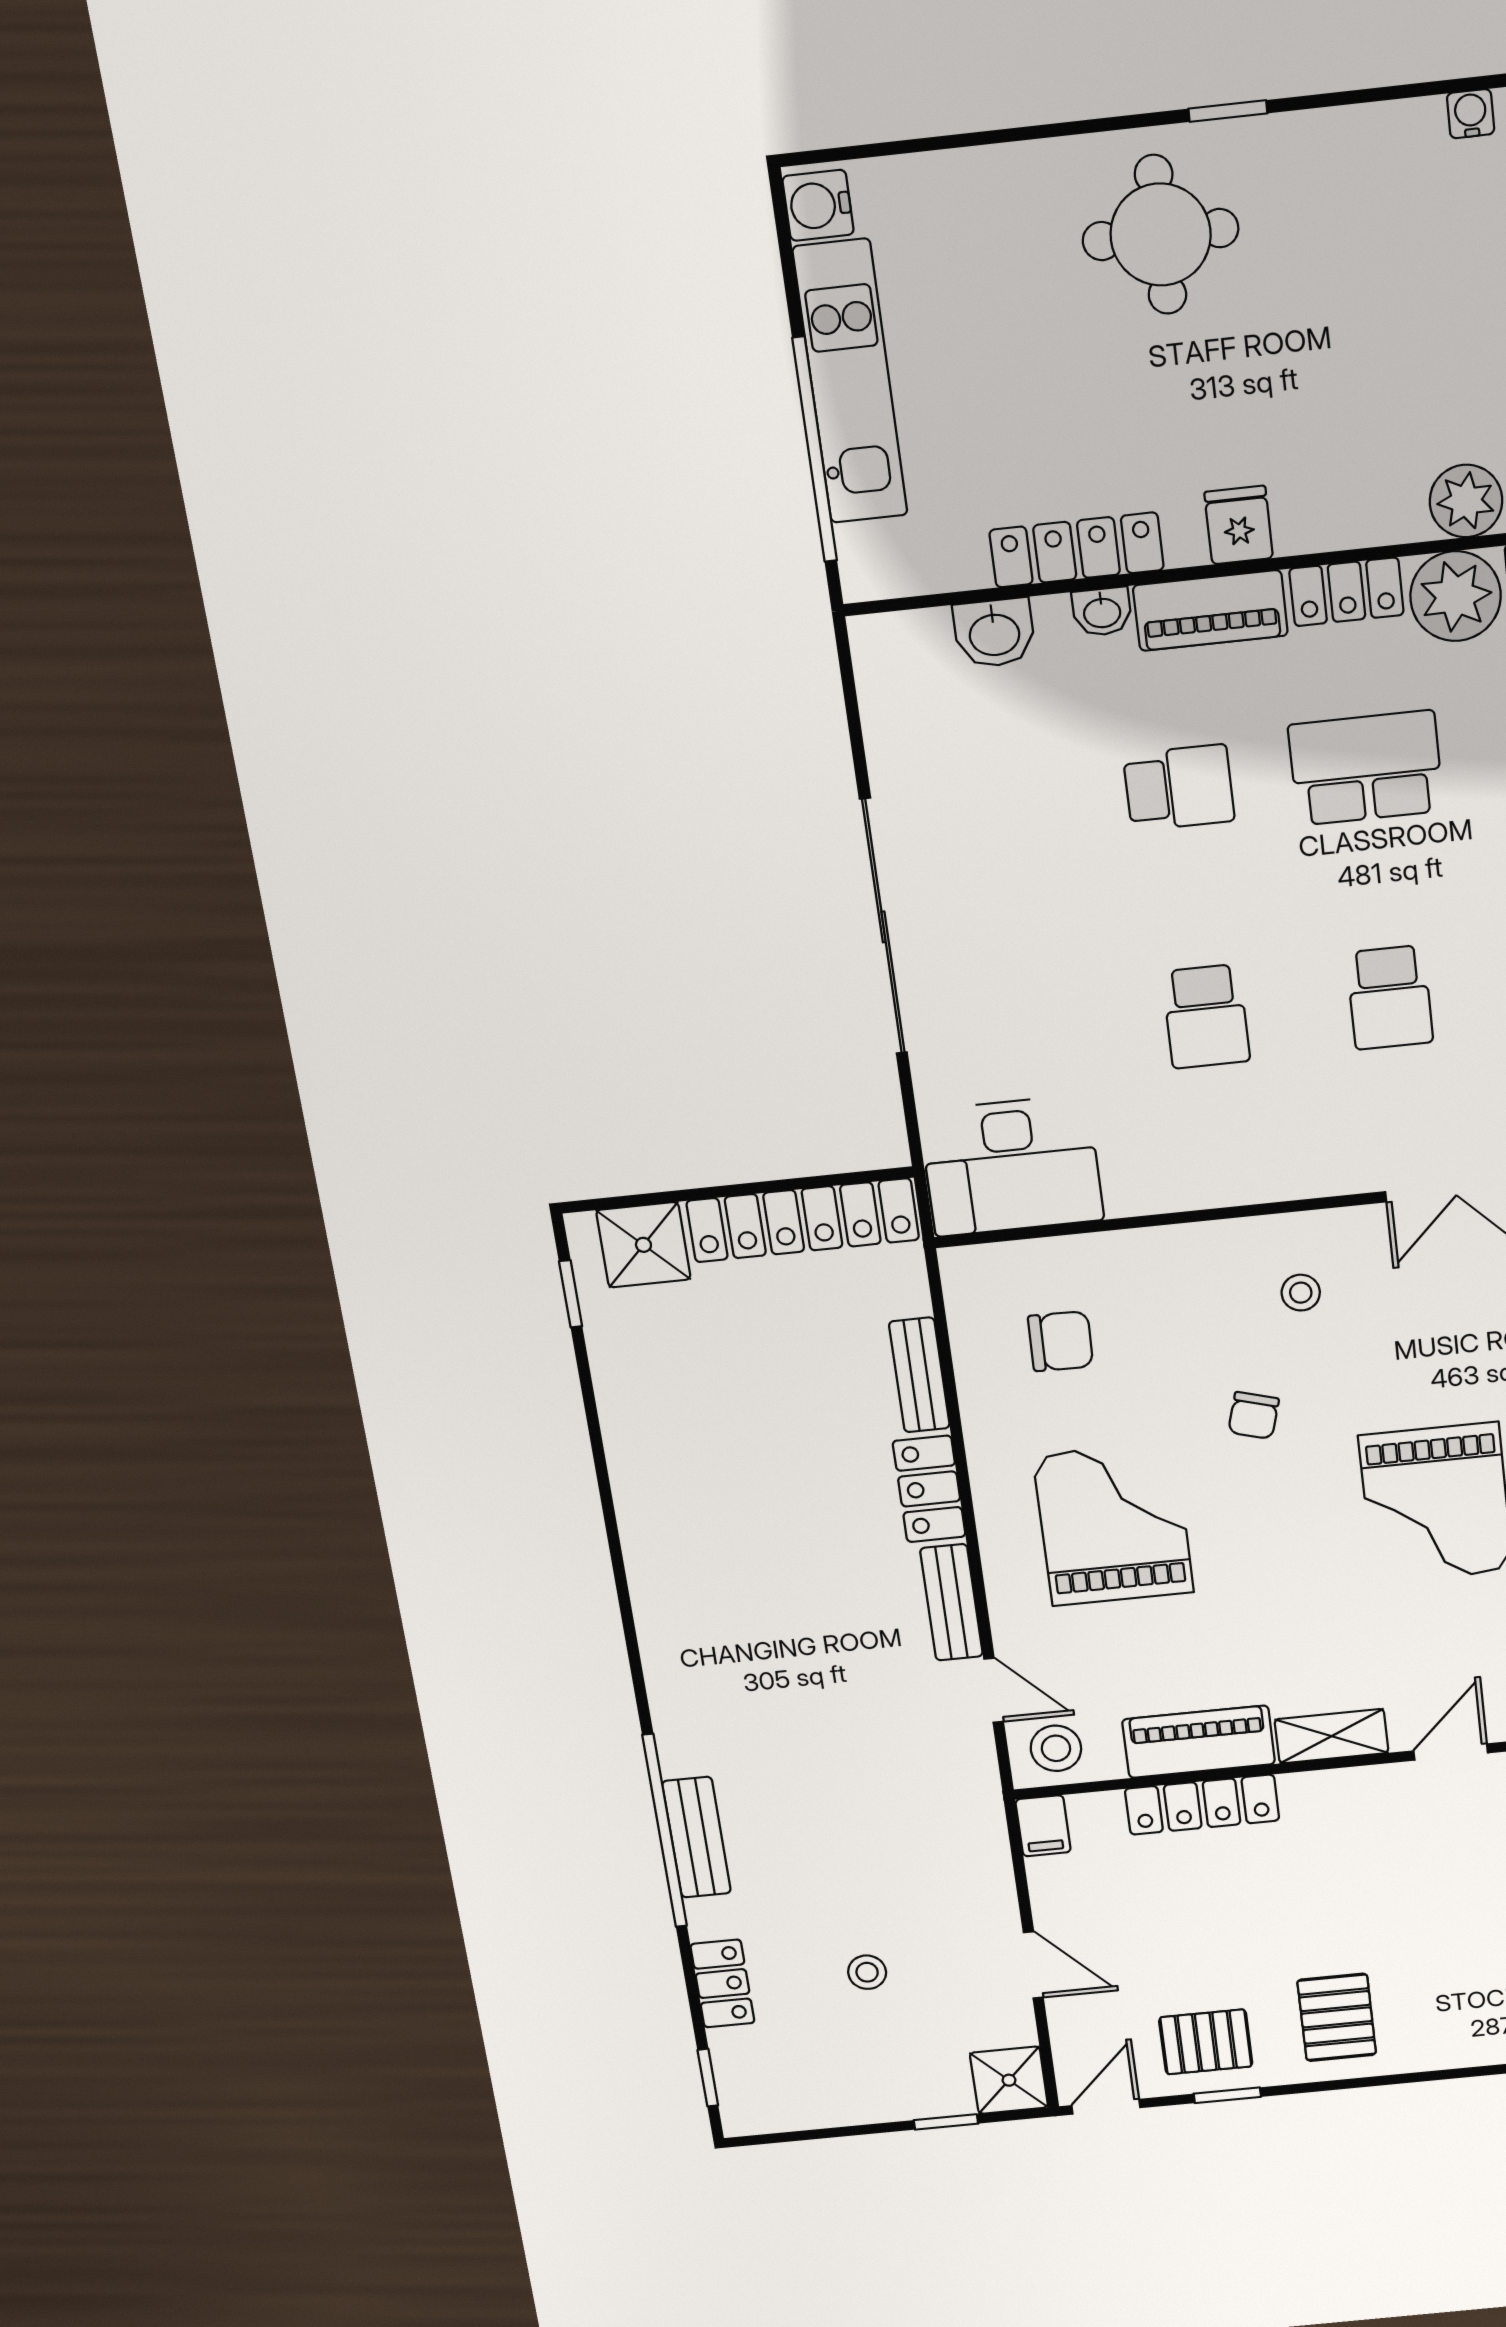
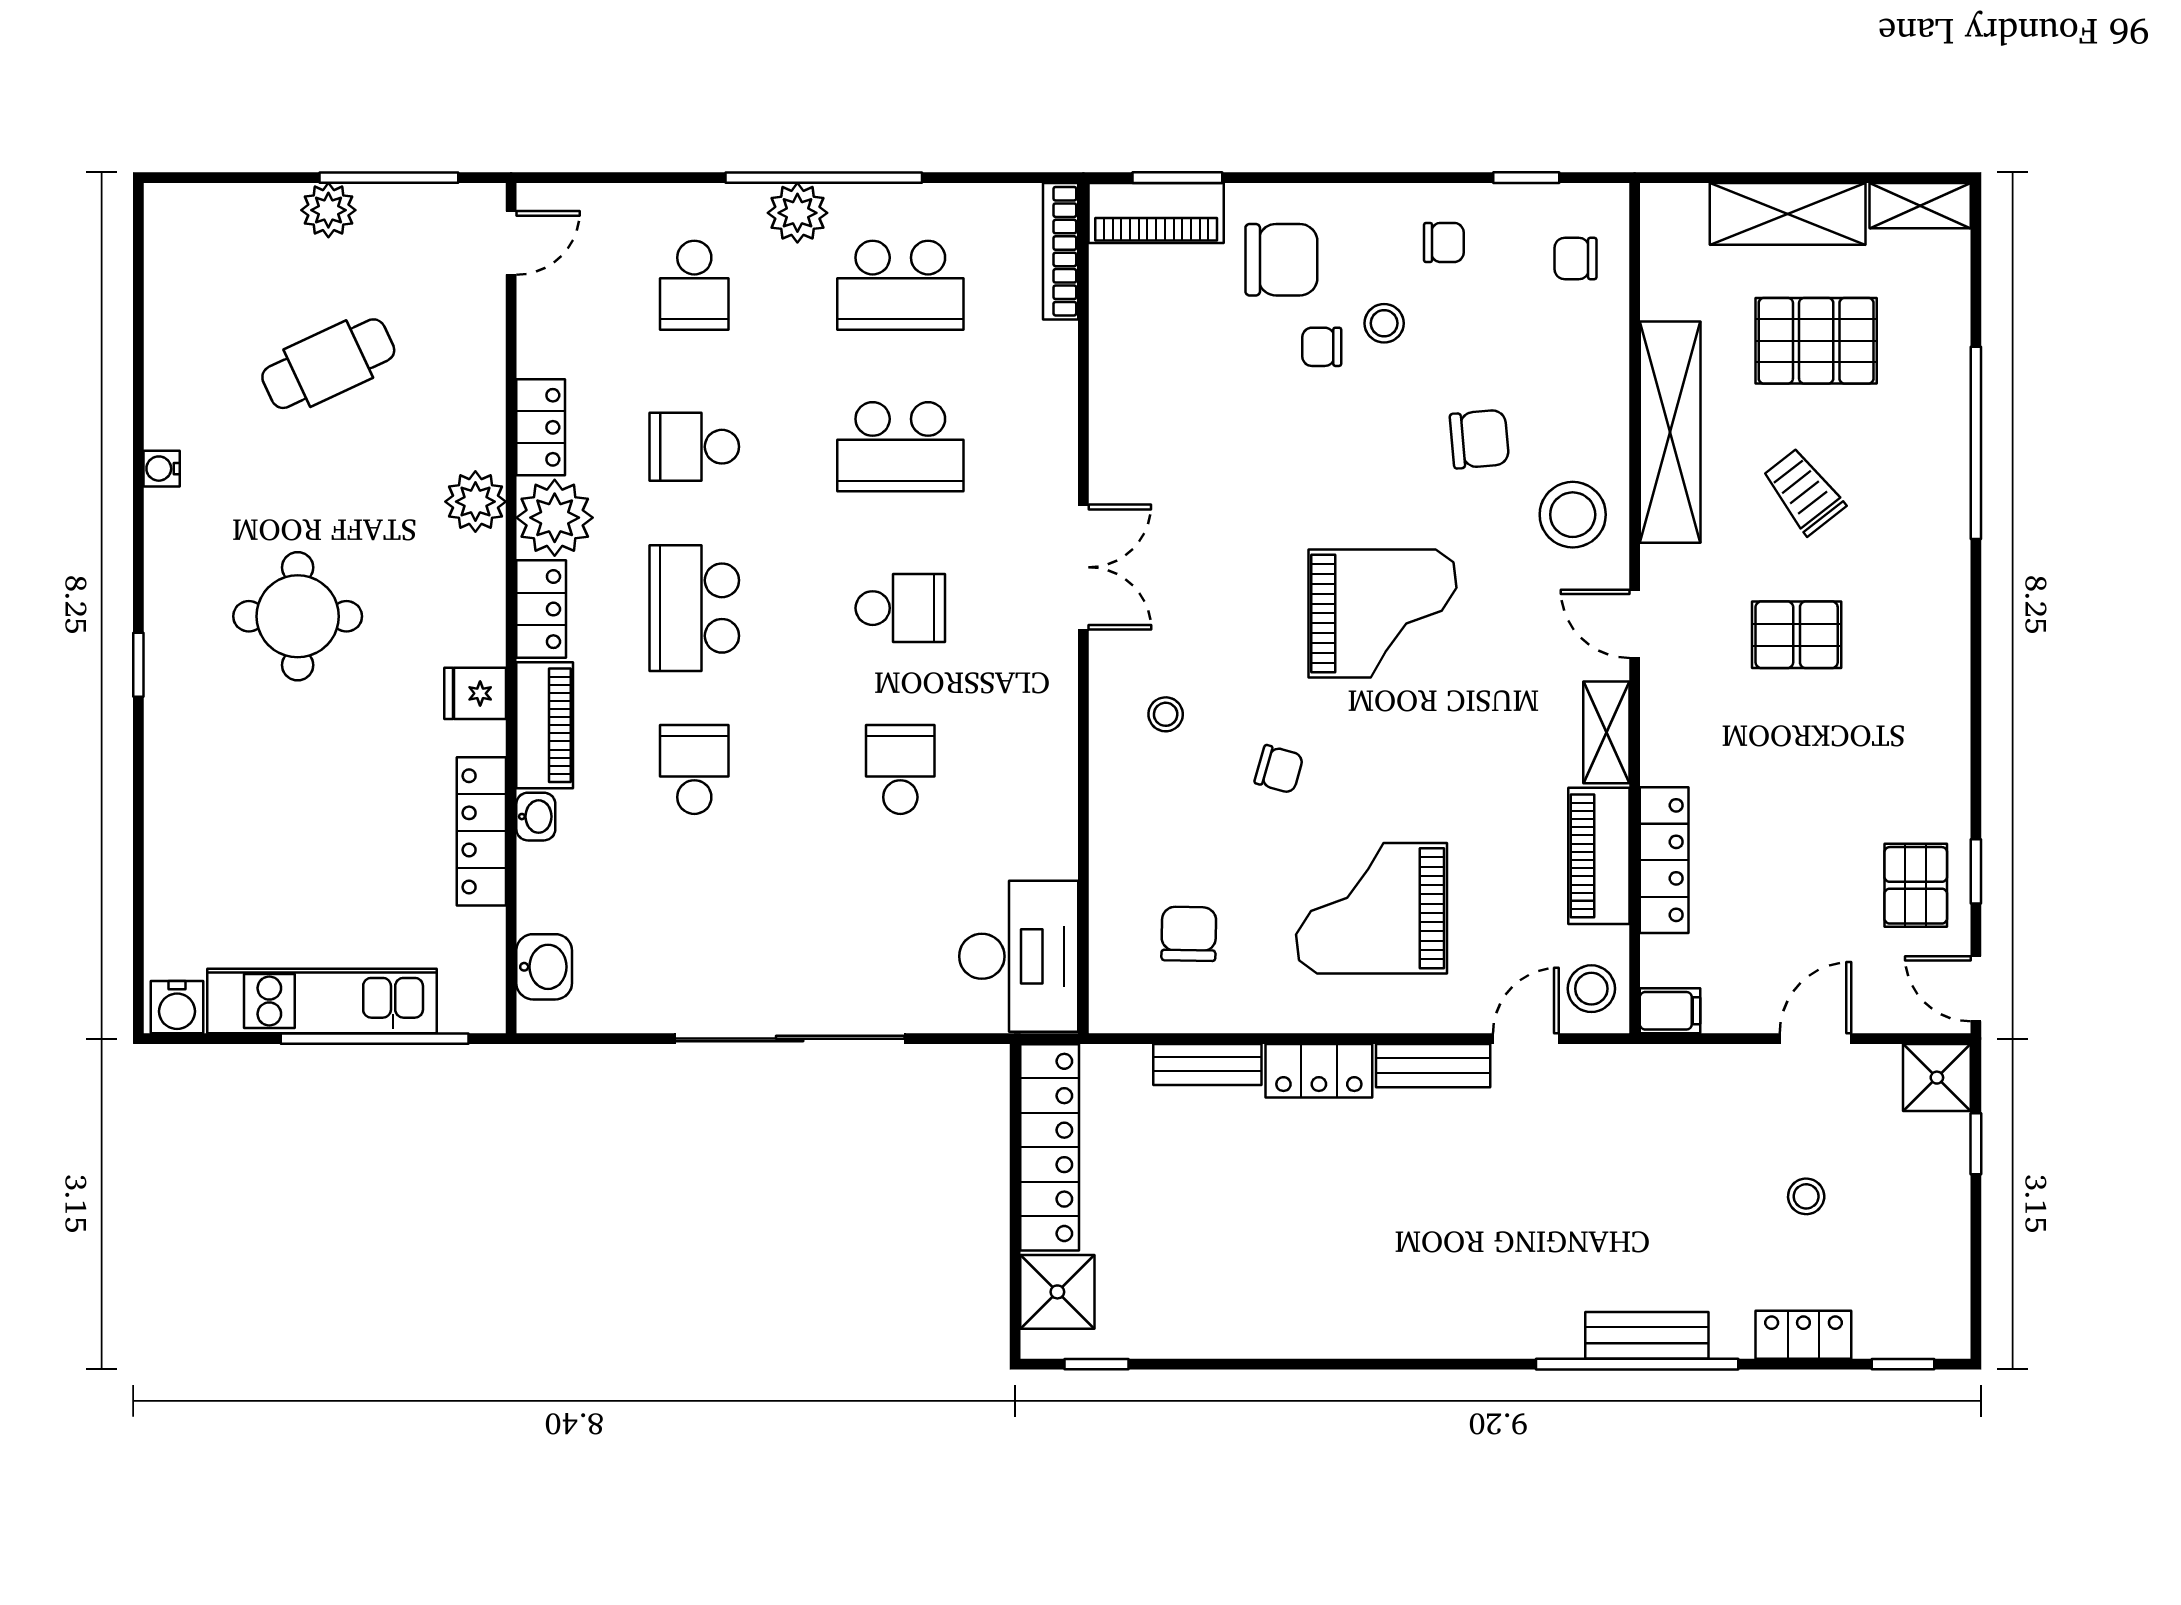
round table: (1161, 235) -> (298, 616), moved
washbasin: (994, 633) -> (544, 967), moved
school desk: (1206, 1016) -> (900, 769), turned -90
pallet: (1337, 2017) -> (1797, 635), moved

